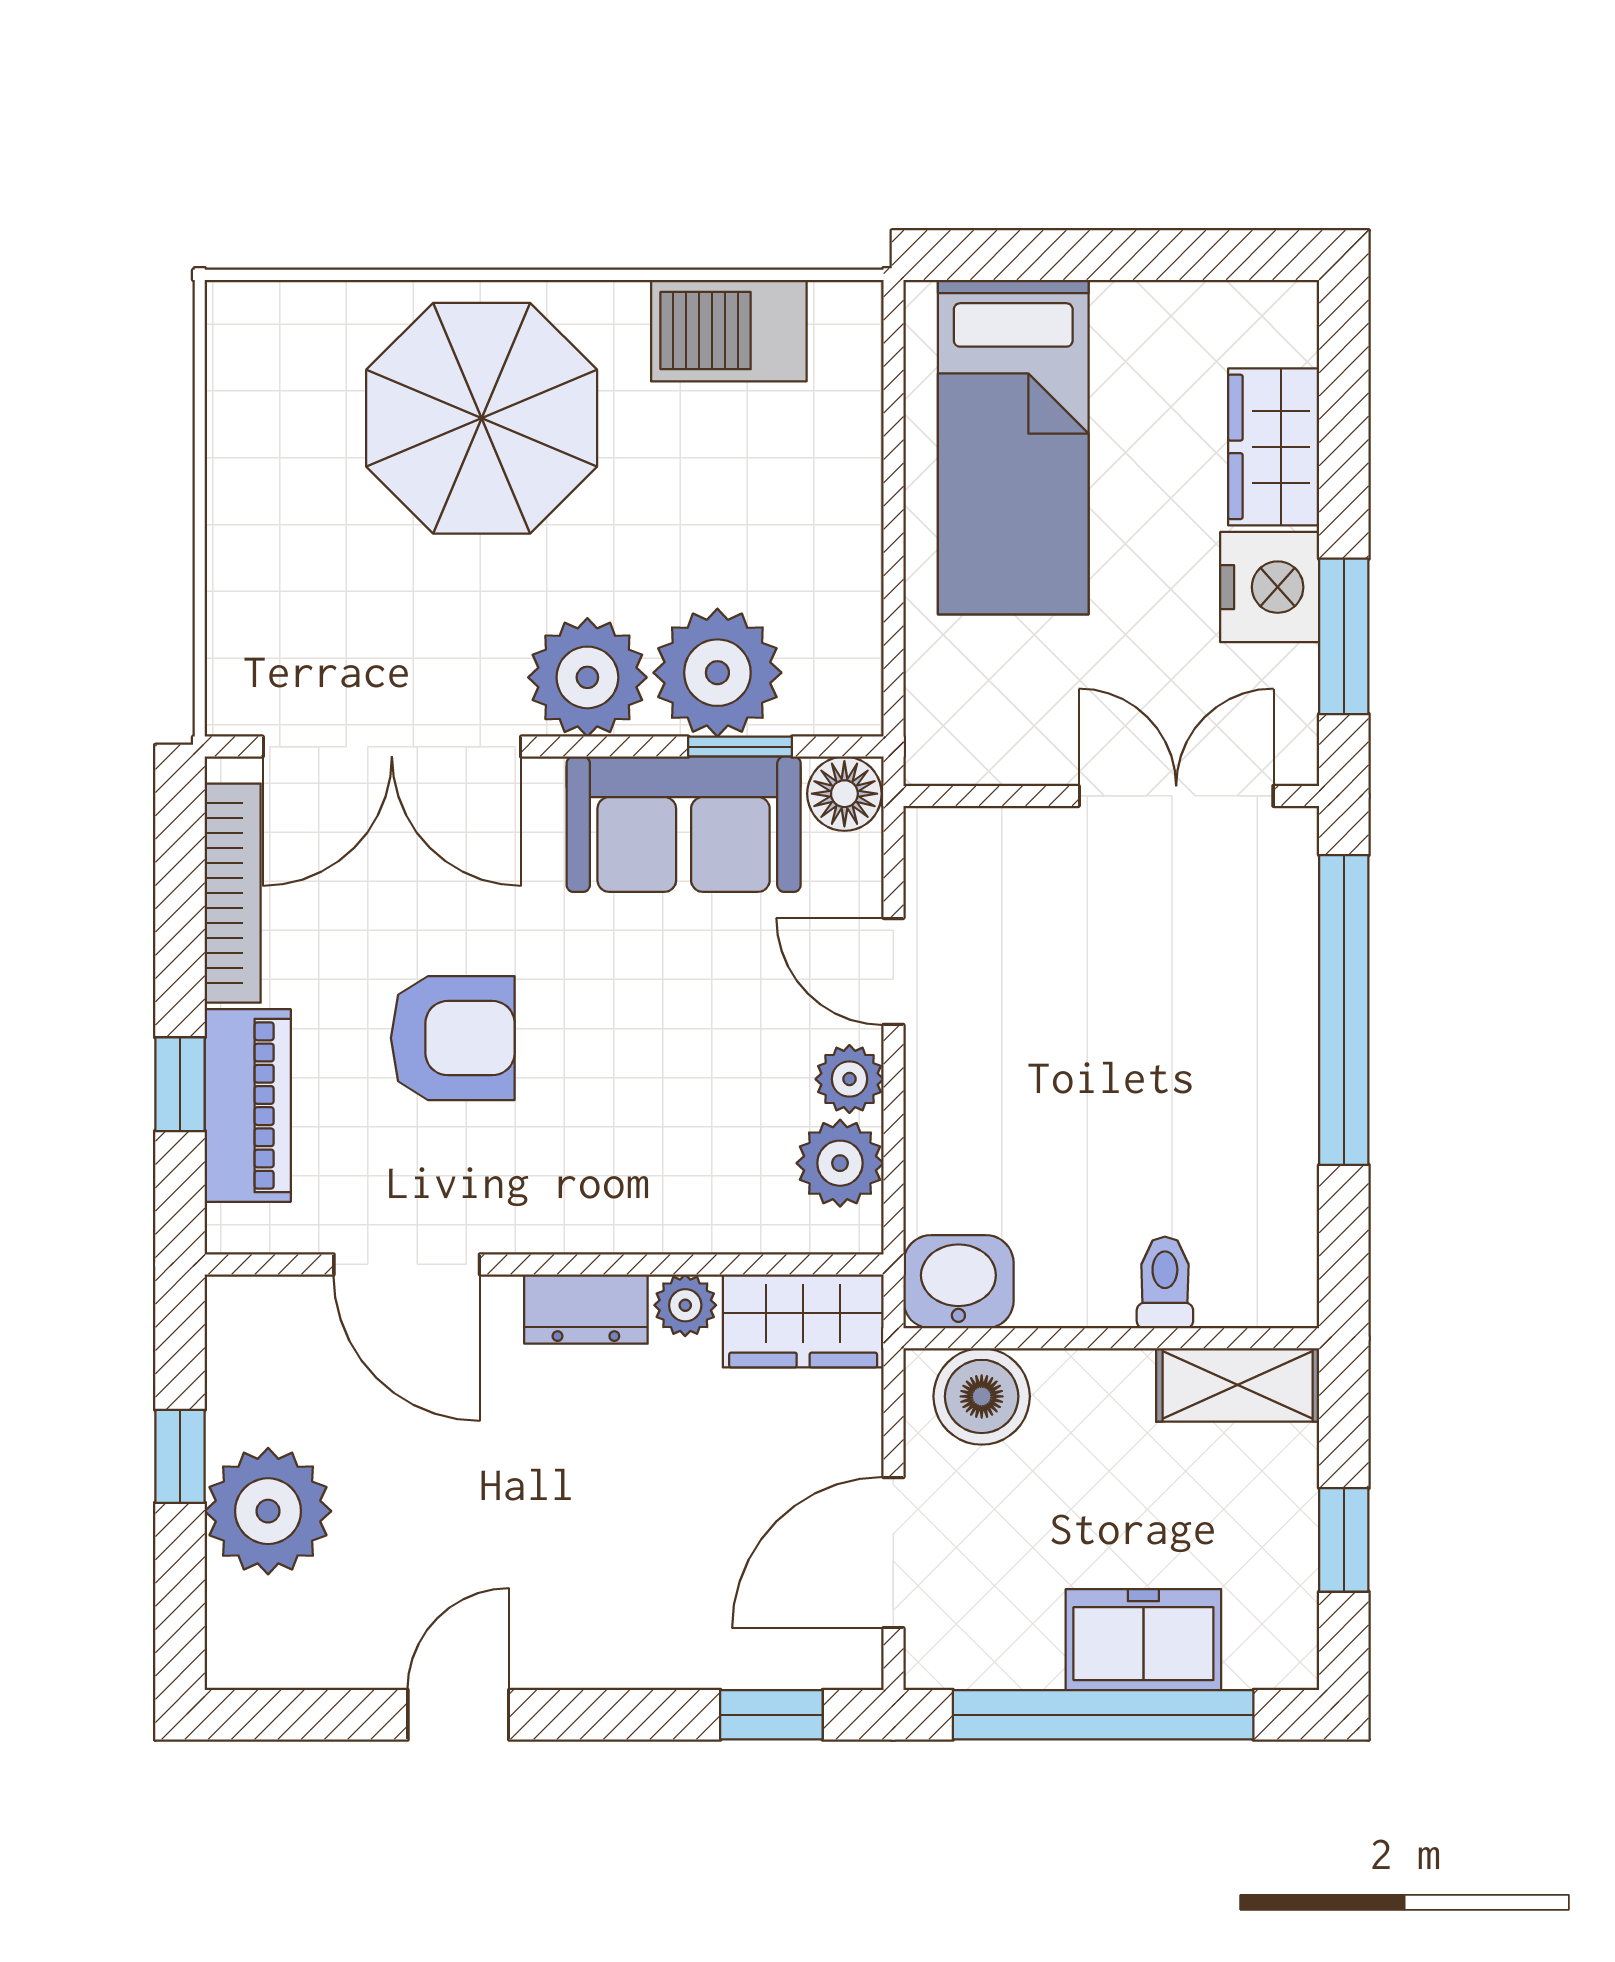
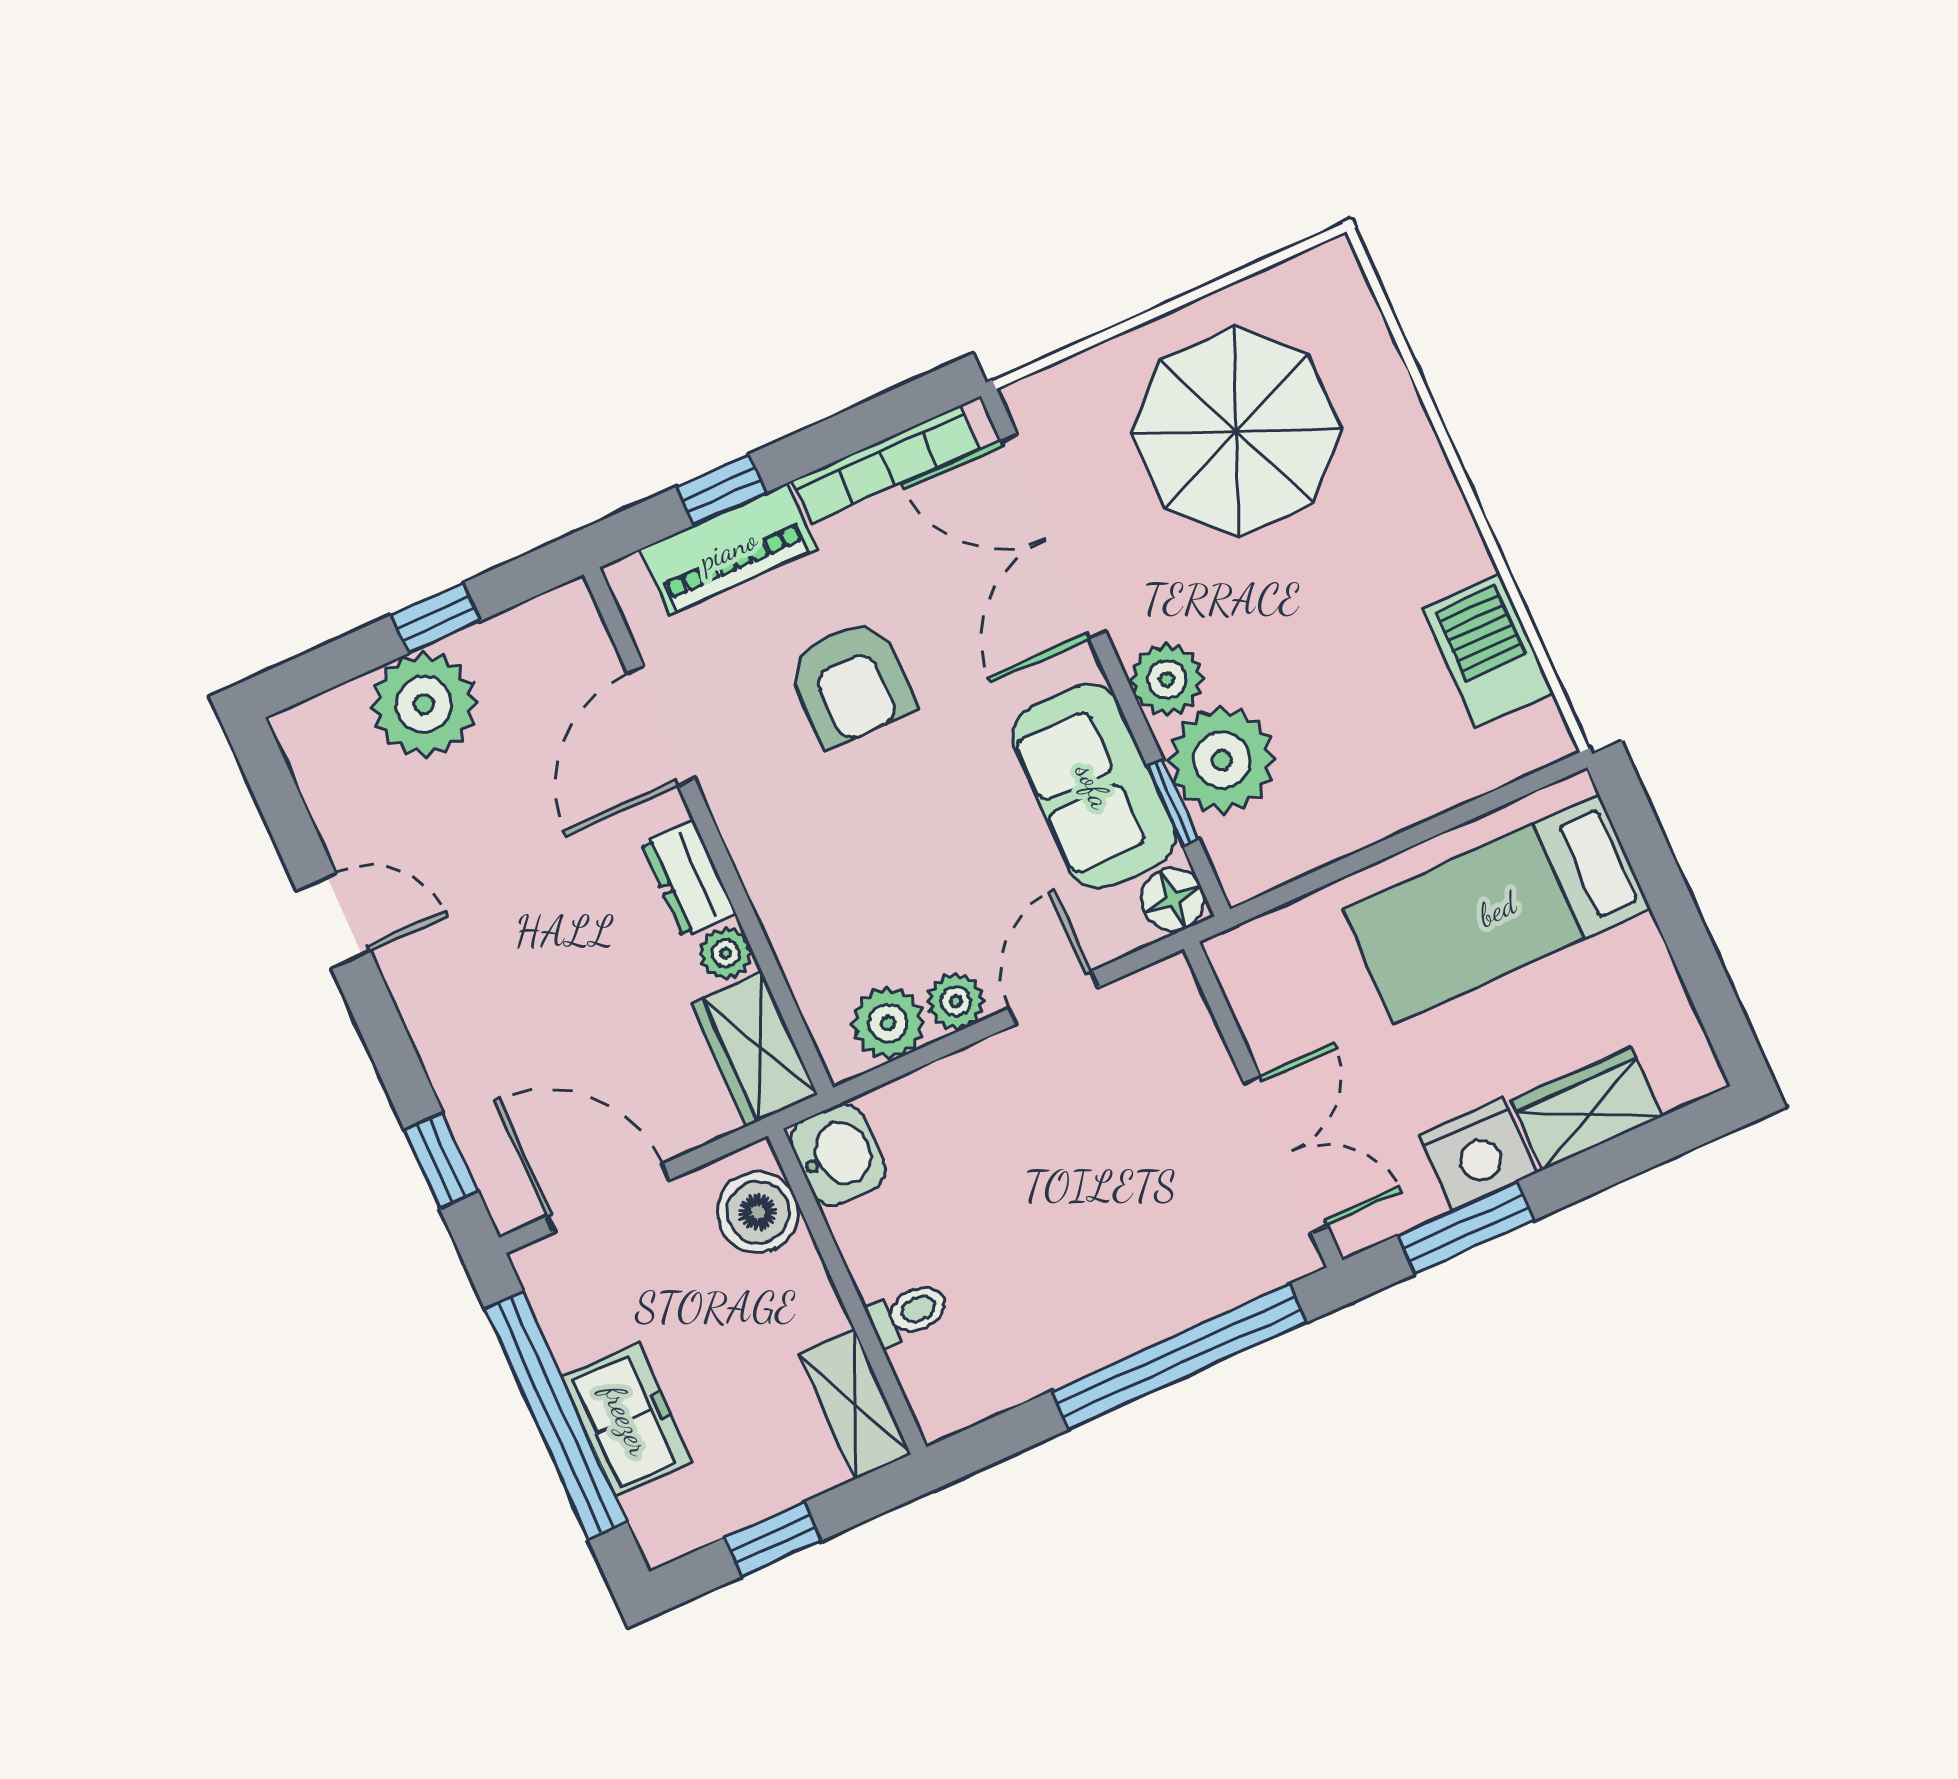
parasol: (482, 418) -> (1237, 431), moved
plant: (587, 677) -> (1167, 680), width x0.73, depth x0.73

